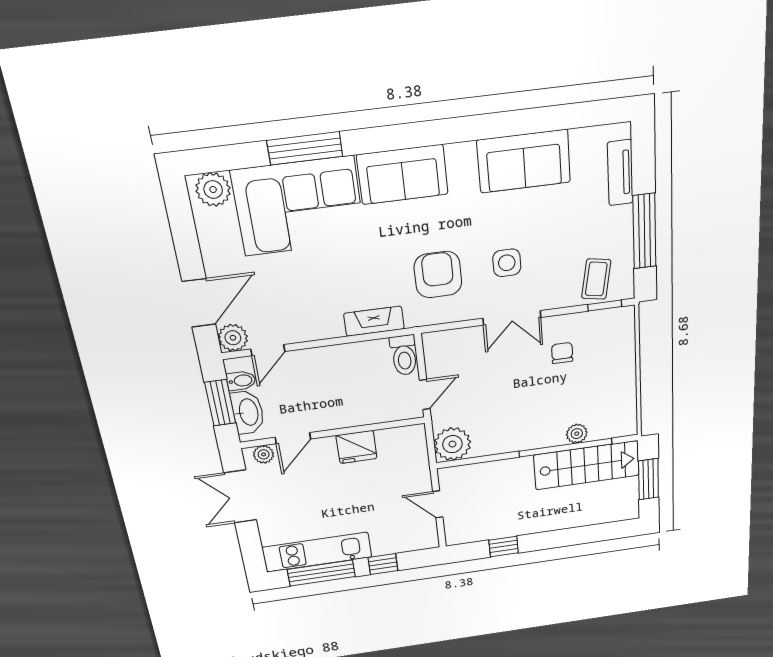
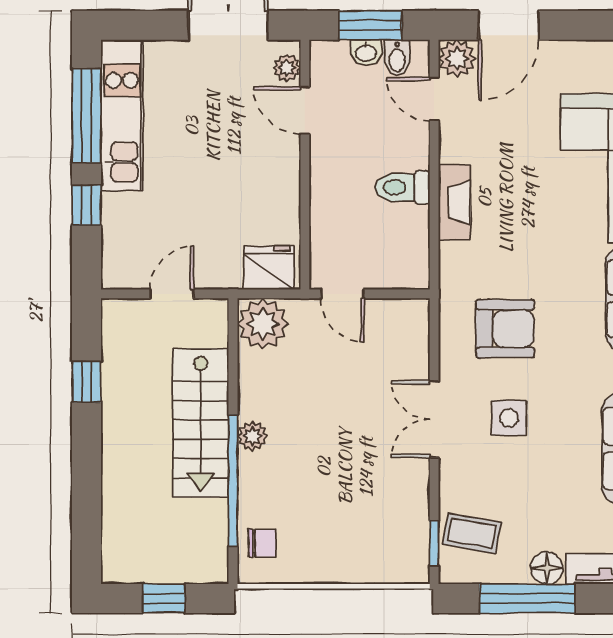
floor lamp: (621, 219) -> (547, 568), added
door: (199, 303) -> (509, 25), hinge flipped
fireplace: (374, 321) -> (454, 202), moved
chair: (562, 353) -> (262, 543), moved
toilet: (404, 355) -> (402, 187), moved
washbasin: (248, 412) -> (366, 53), width x0.52, depth x0.69
plant: (577, 434) -> (252, 436), moved
fridge: (356, 447) -> (269, 268), moved, turned 90
stairs: (587, 465) -> (201, 423), moved
window: (648, 479) -> (164, 598), width x0.67

